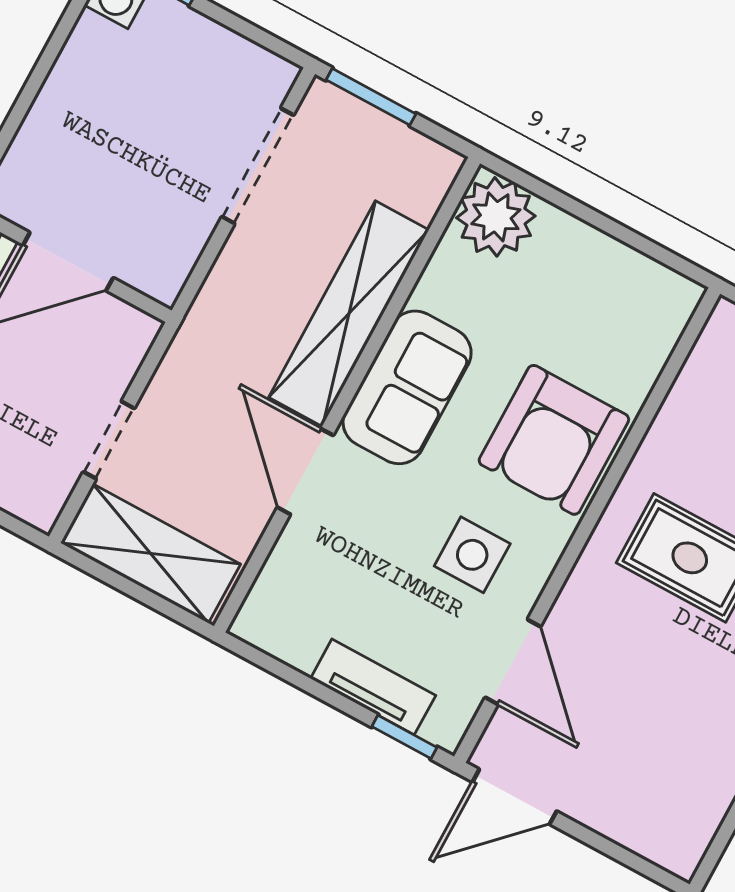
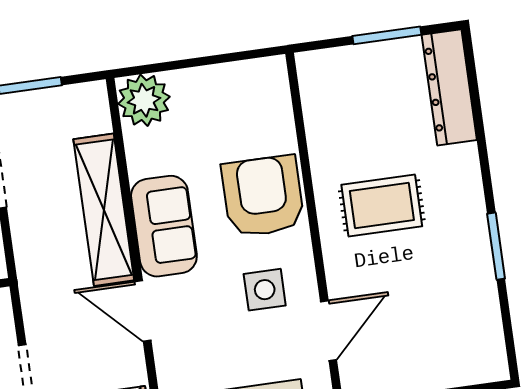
armchair: (554, 440) -> (263, 196), turned 180
door: (513, 662) -> (329, 331), hinge flipped

